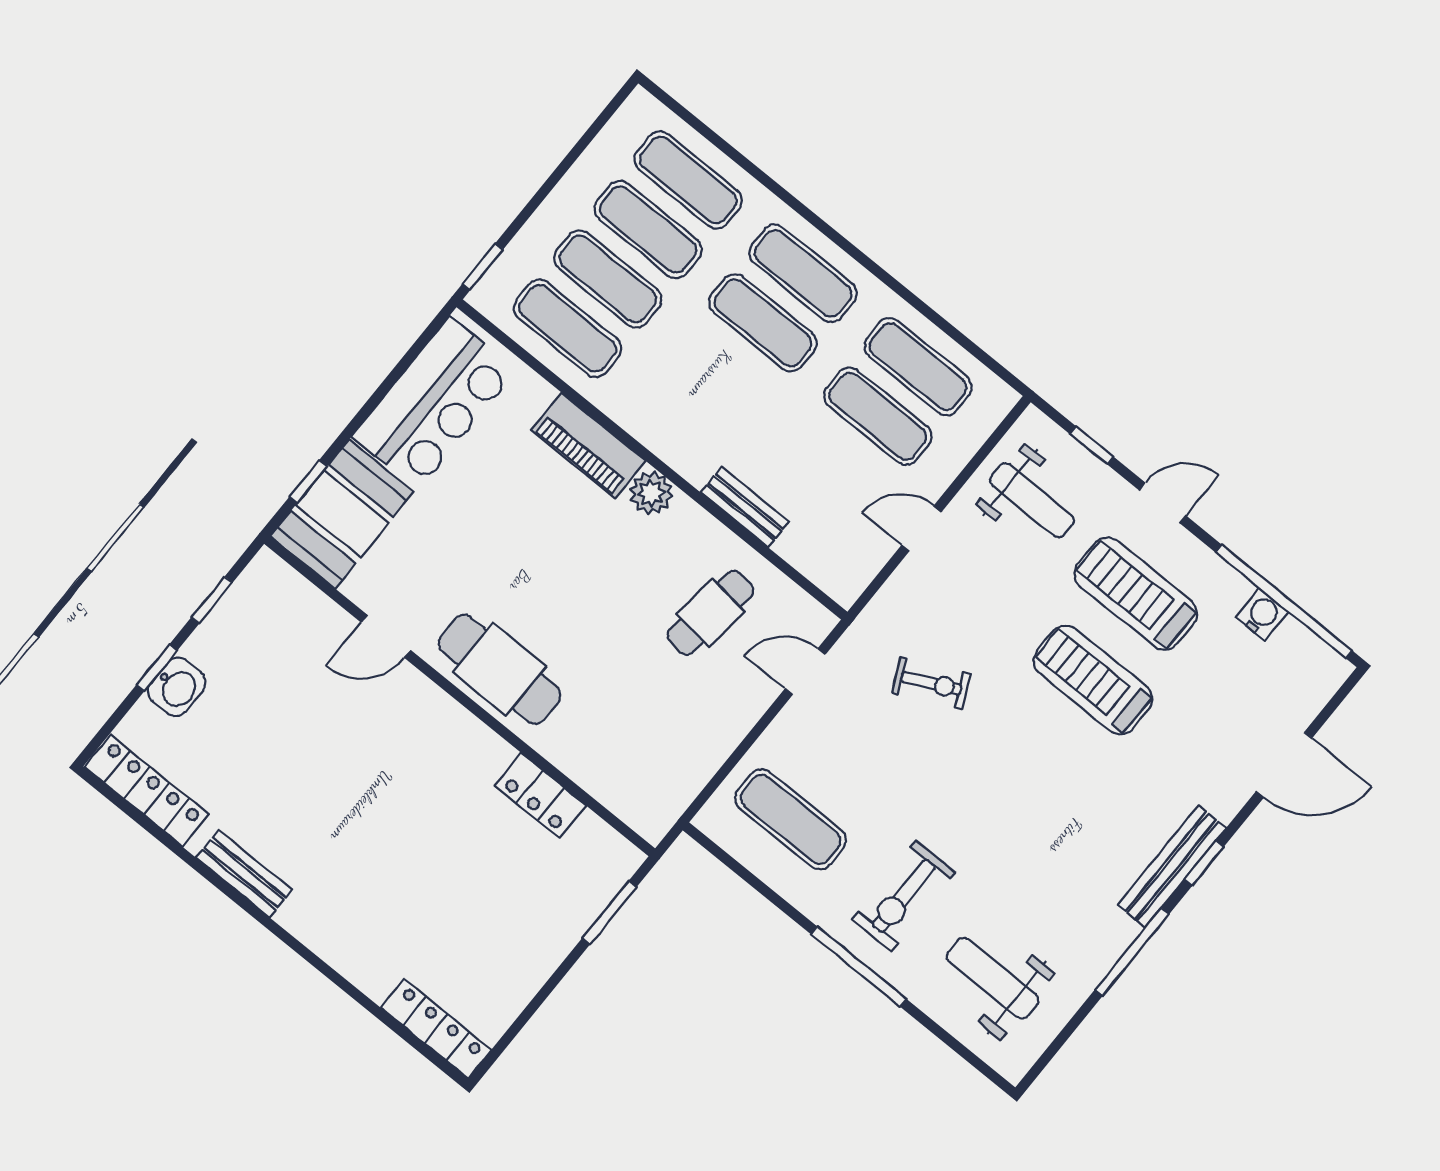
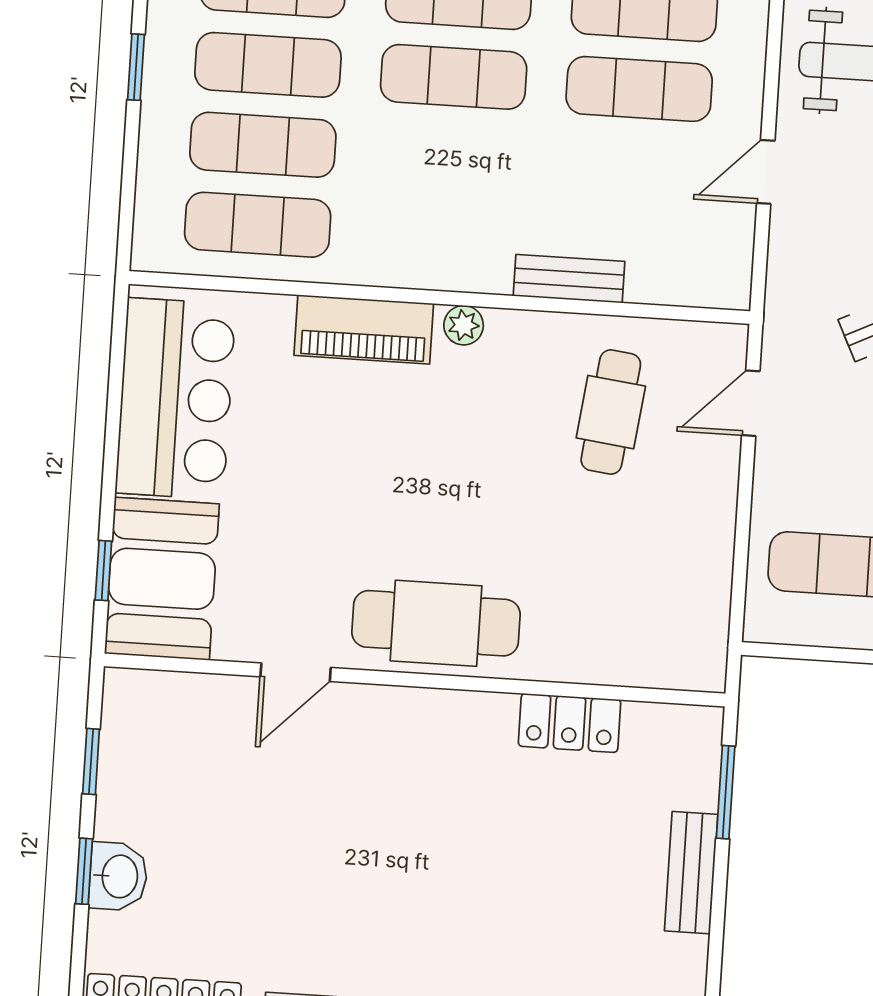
window: (483, 267) -> (136, 67), moved
plant: (651, 493) -> (464, 325), width x0.73, depth x0.73
bench: (550, 949) -> (691, 873), added

